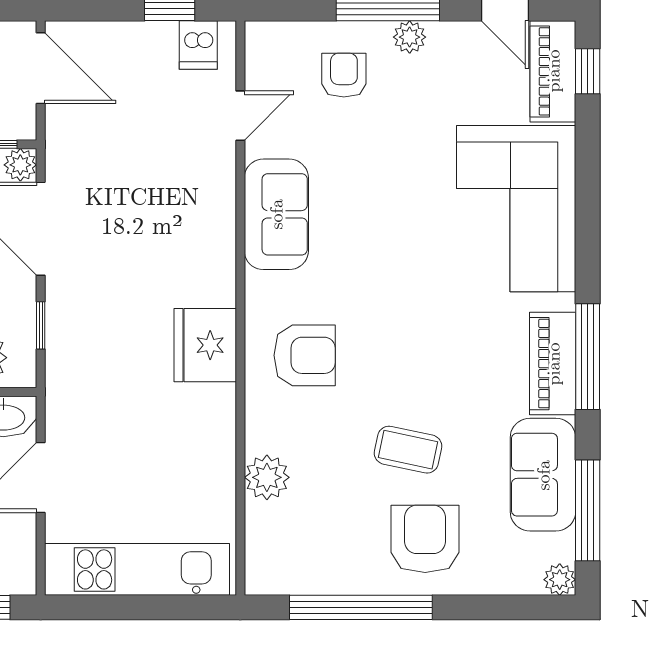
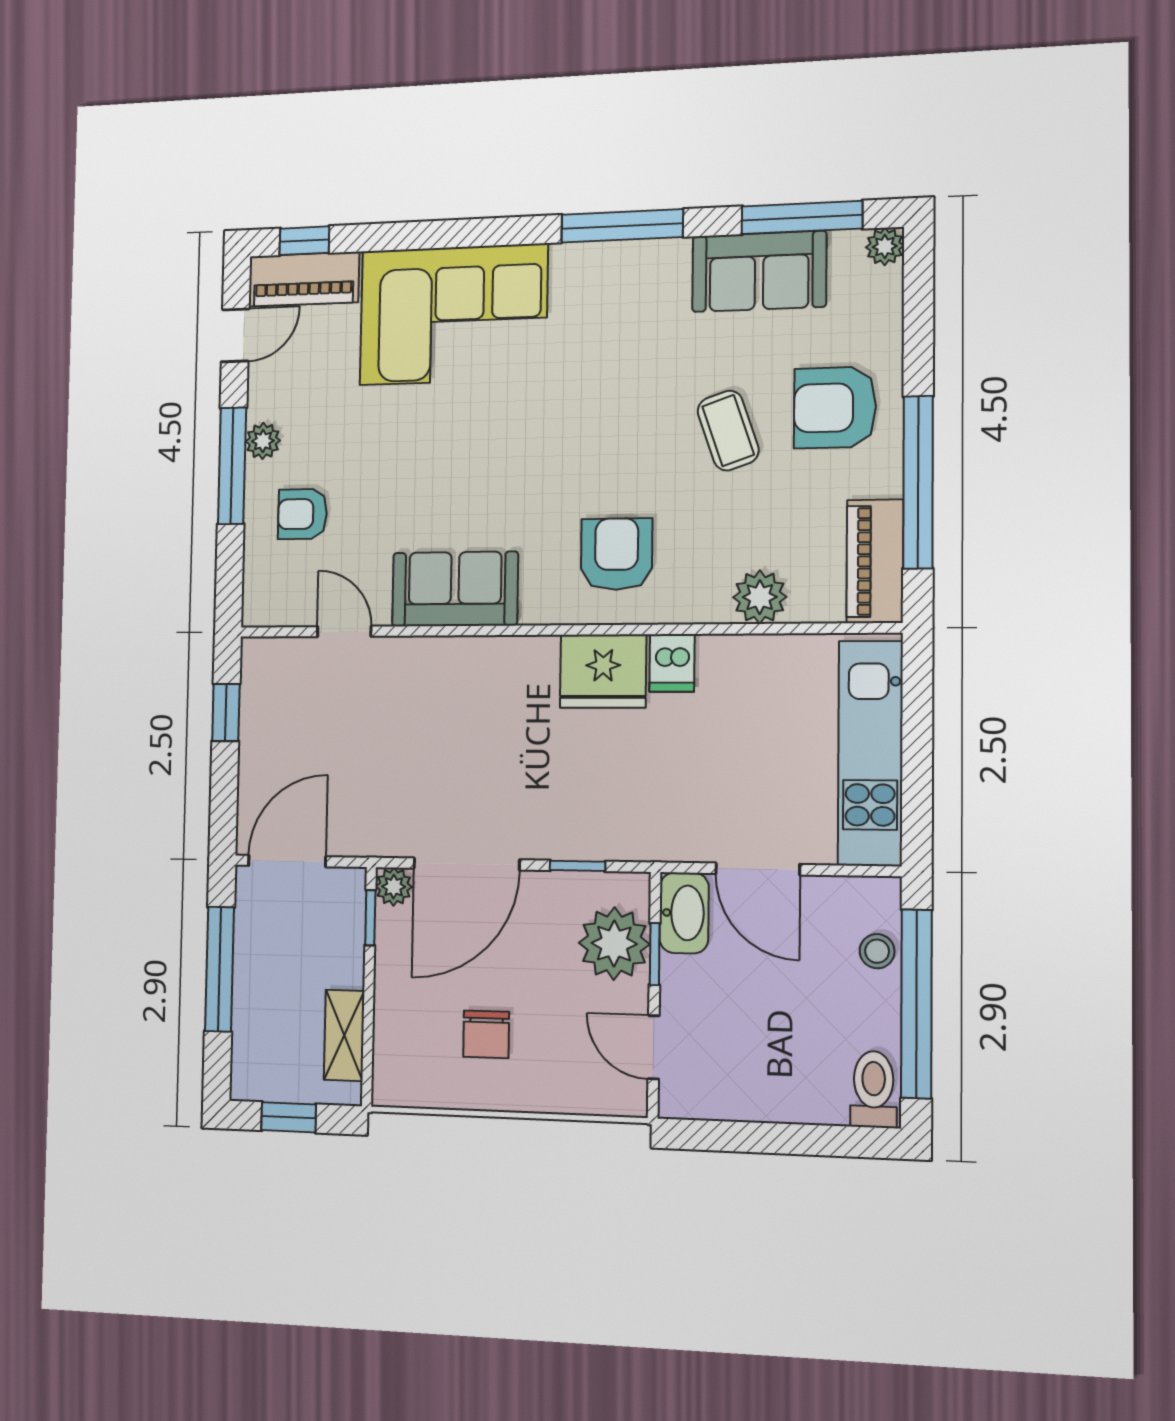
dishwasher: (198, 45) -> (672, 663), moved, turned 90
piano: (553, 364) -> (875, 561), moved, turned 90
coffee table: (408, 450) -> (728, 431), turned -31

